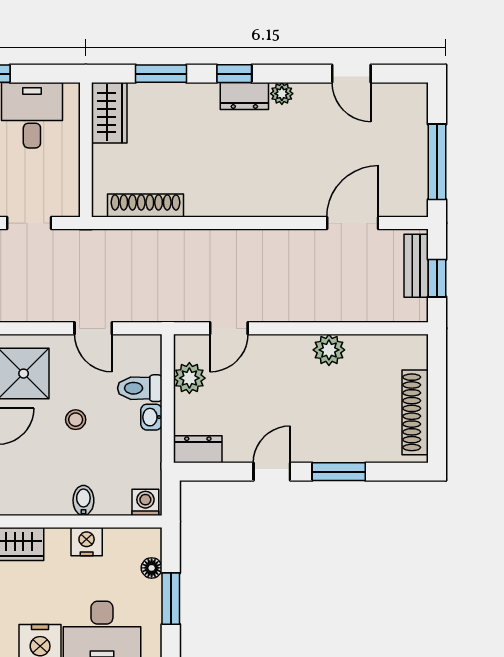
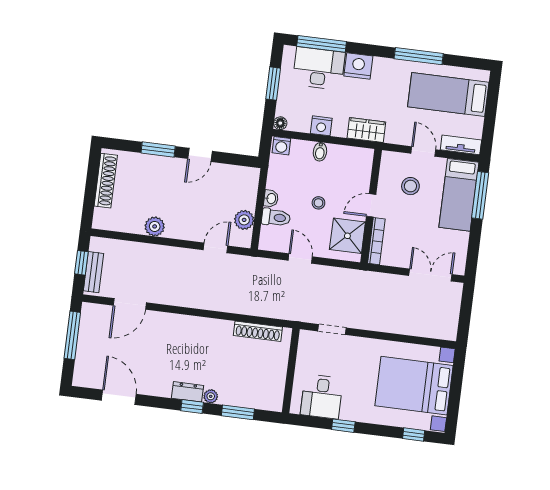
door: (351, 74) -> (119, 397), width x1.38
plant: (282, 94) -> (211, 396), moved
wardrobe: (109, 113) -> (273, 392), removed
dresser: (198, 449) -> (244, 175), removed
floor lamp: (152, 568) -> (280, 123), moved

